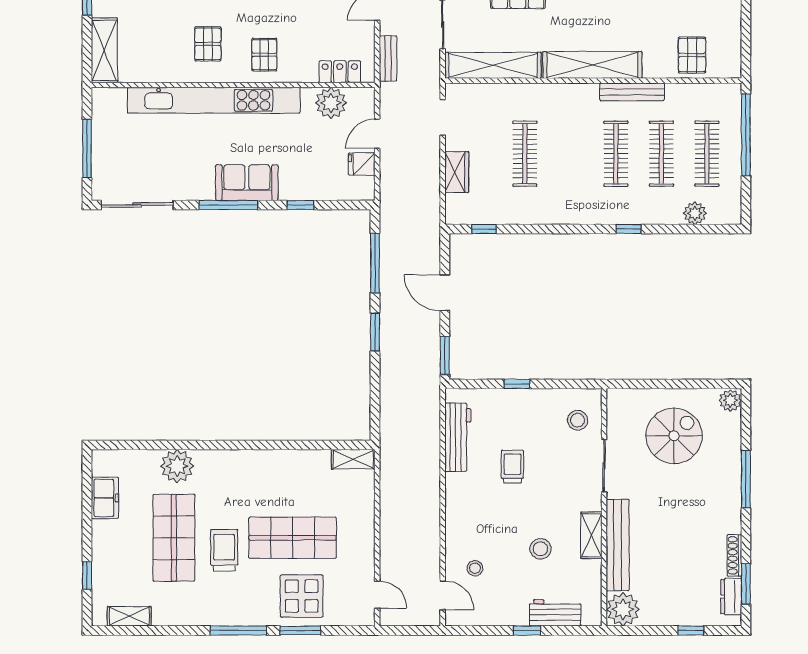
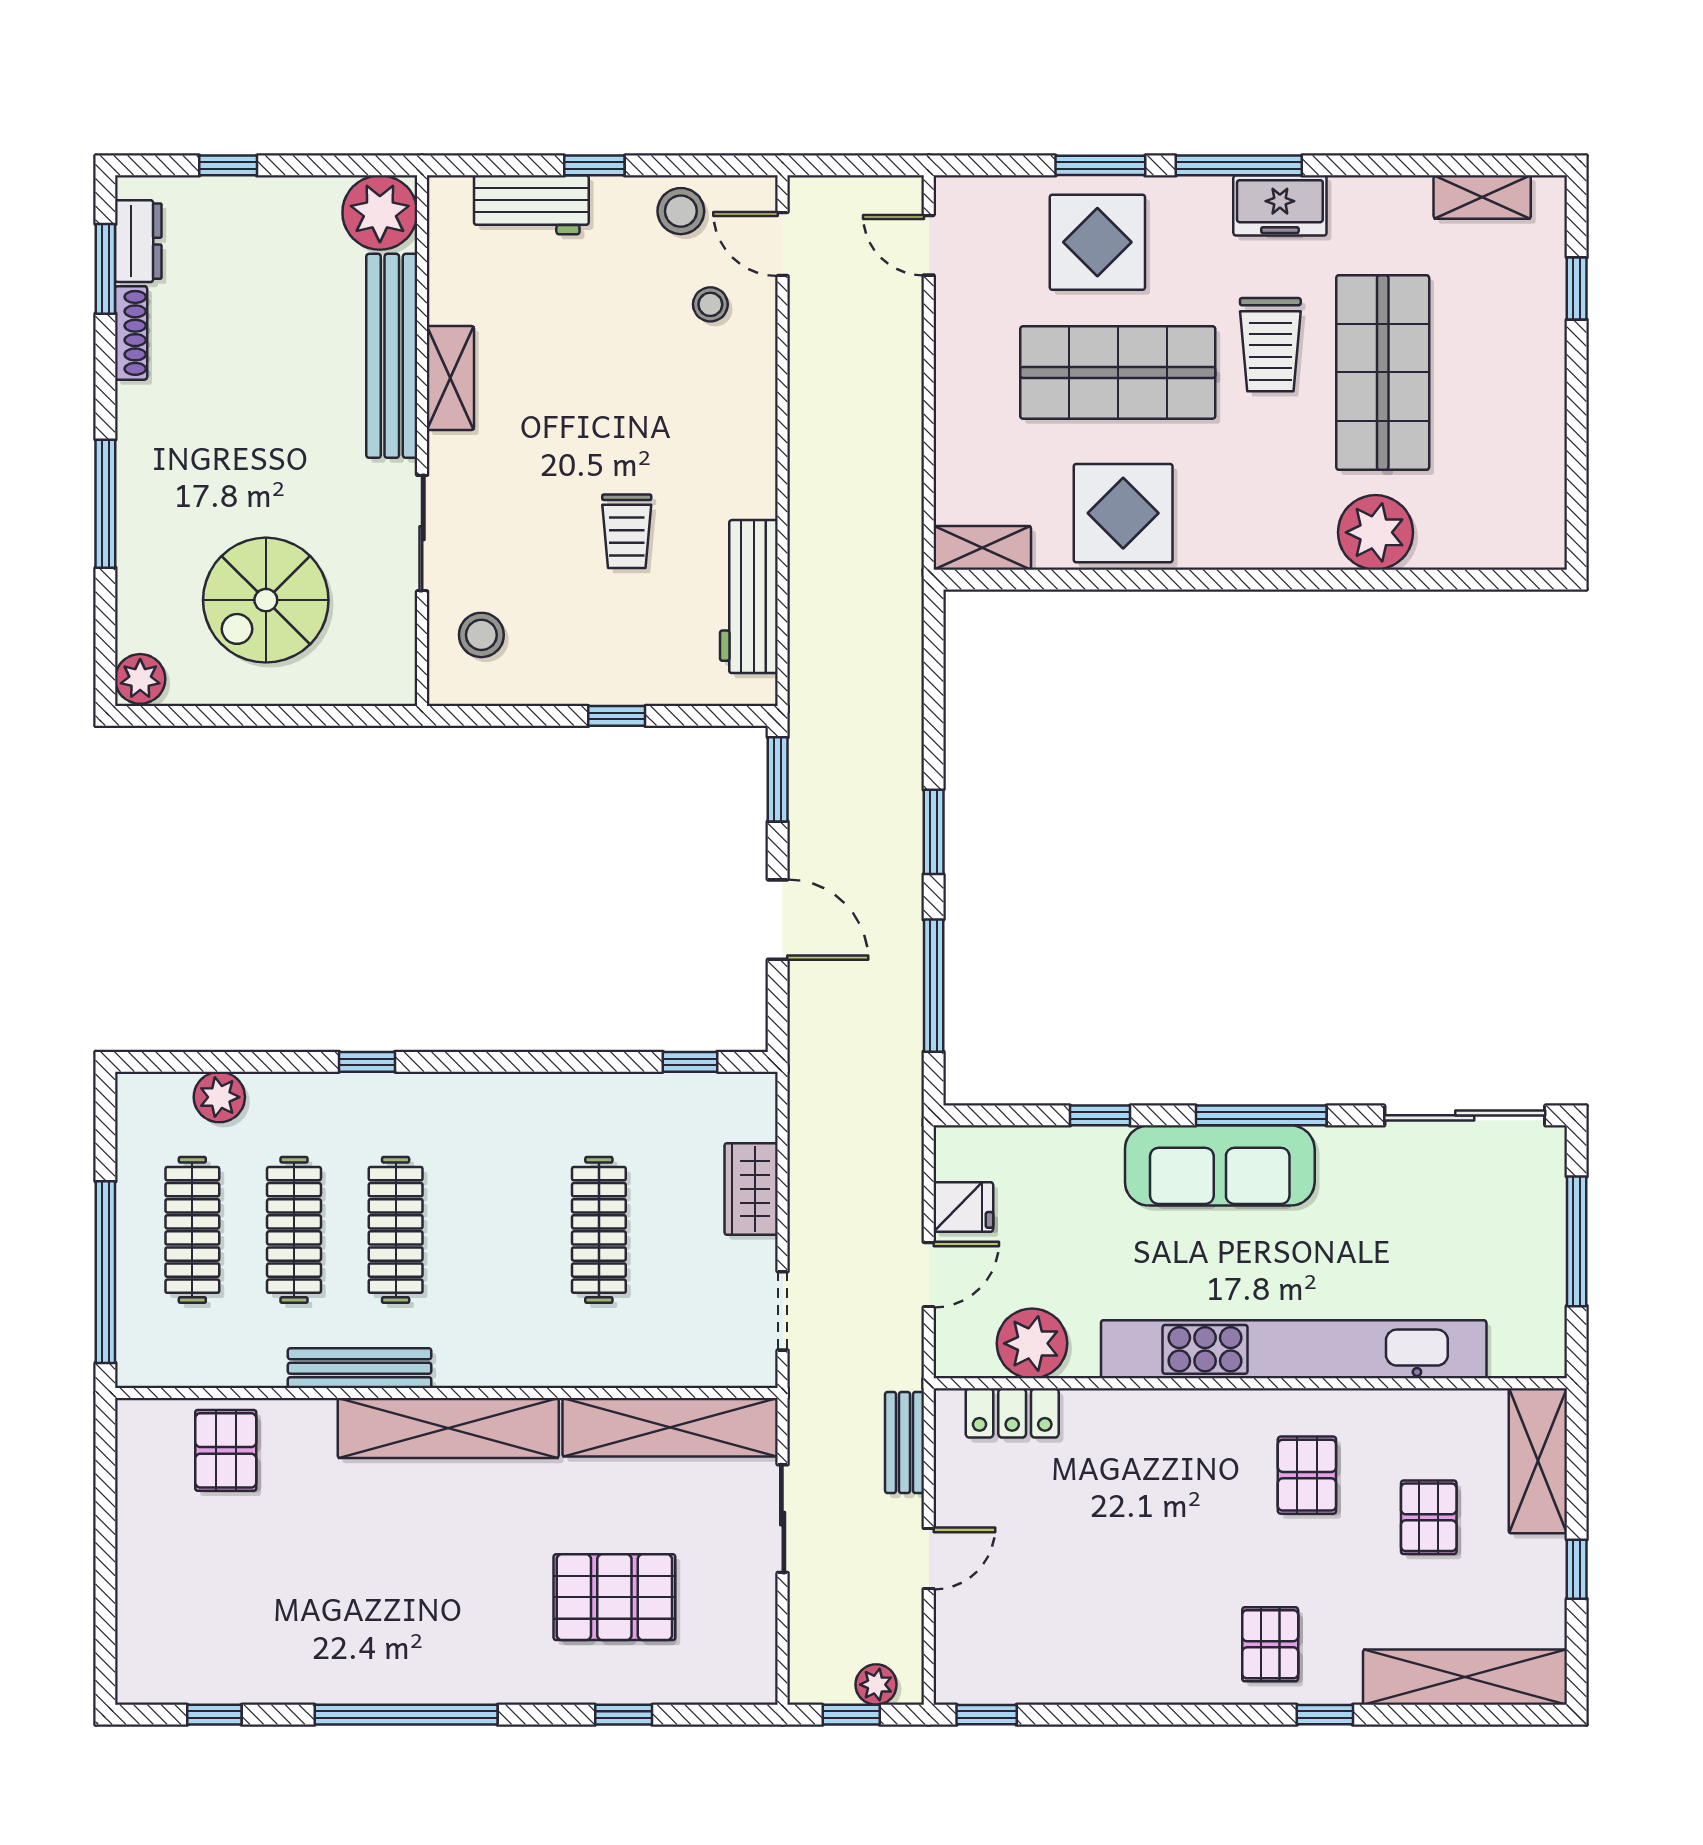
pallet: (264, 55) -> (1429, 1517), moved
sofa: (247, 183) -> (1220, 1165), width x1.36
display table: (290, 475) -> (1123, 513), added
freezer: (105, 498) -> (1280, 205), moved, turned -90
stool: (540, 549) -> (681, 211), moved

